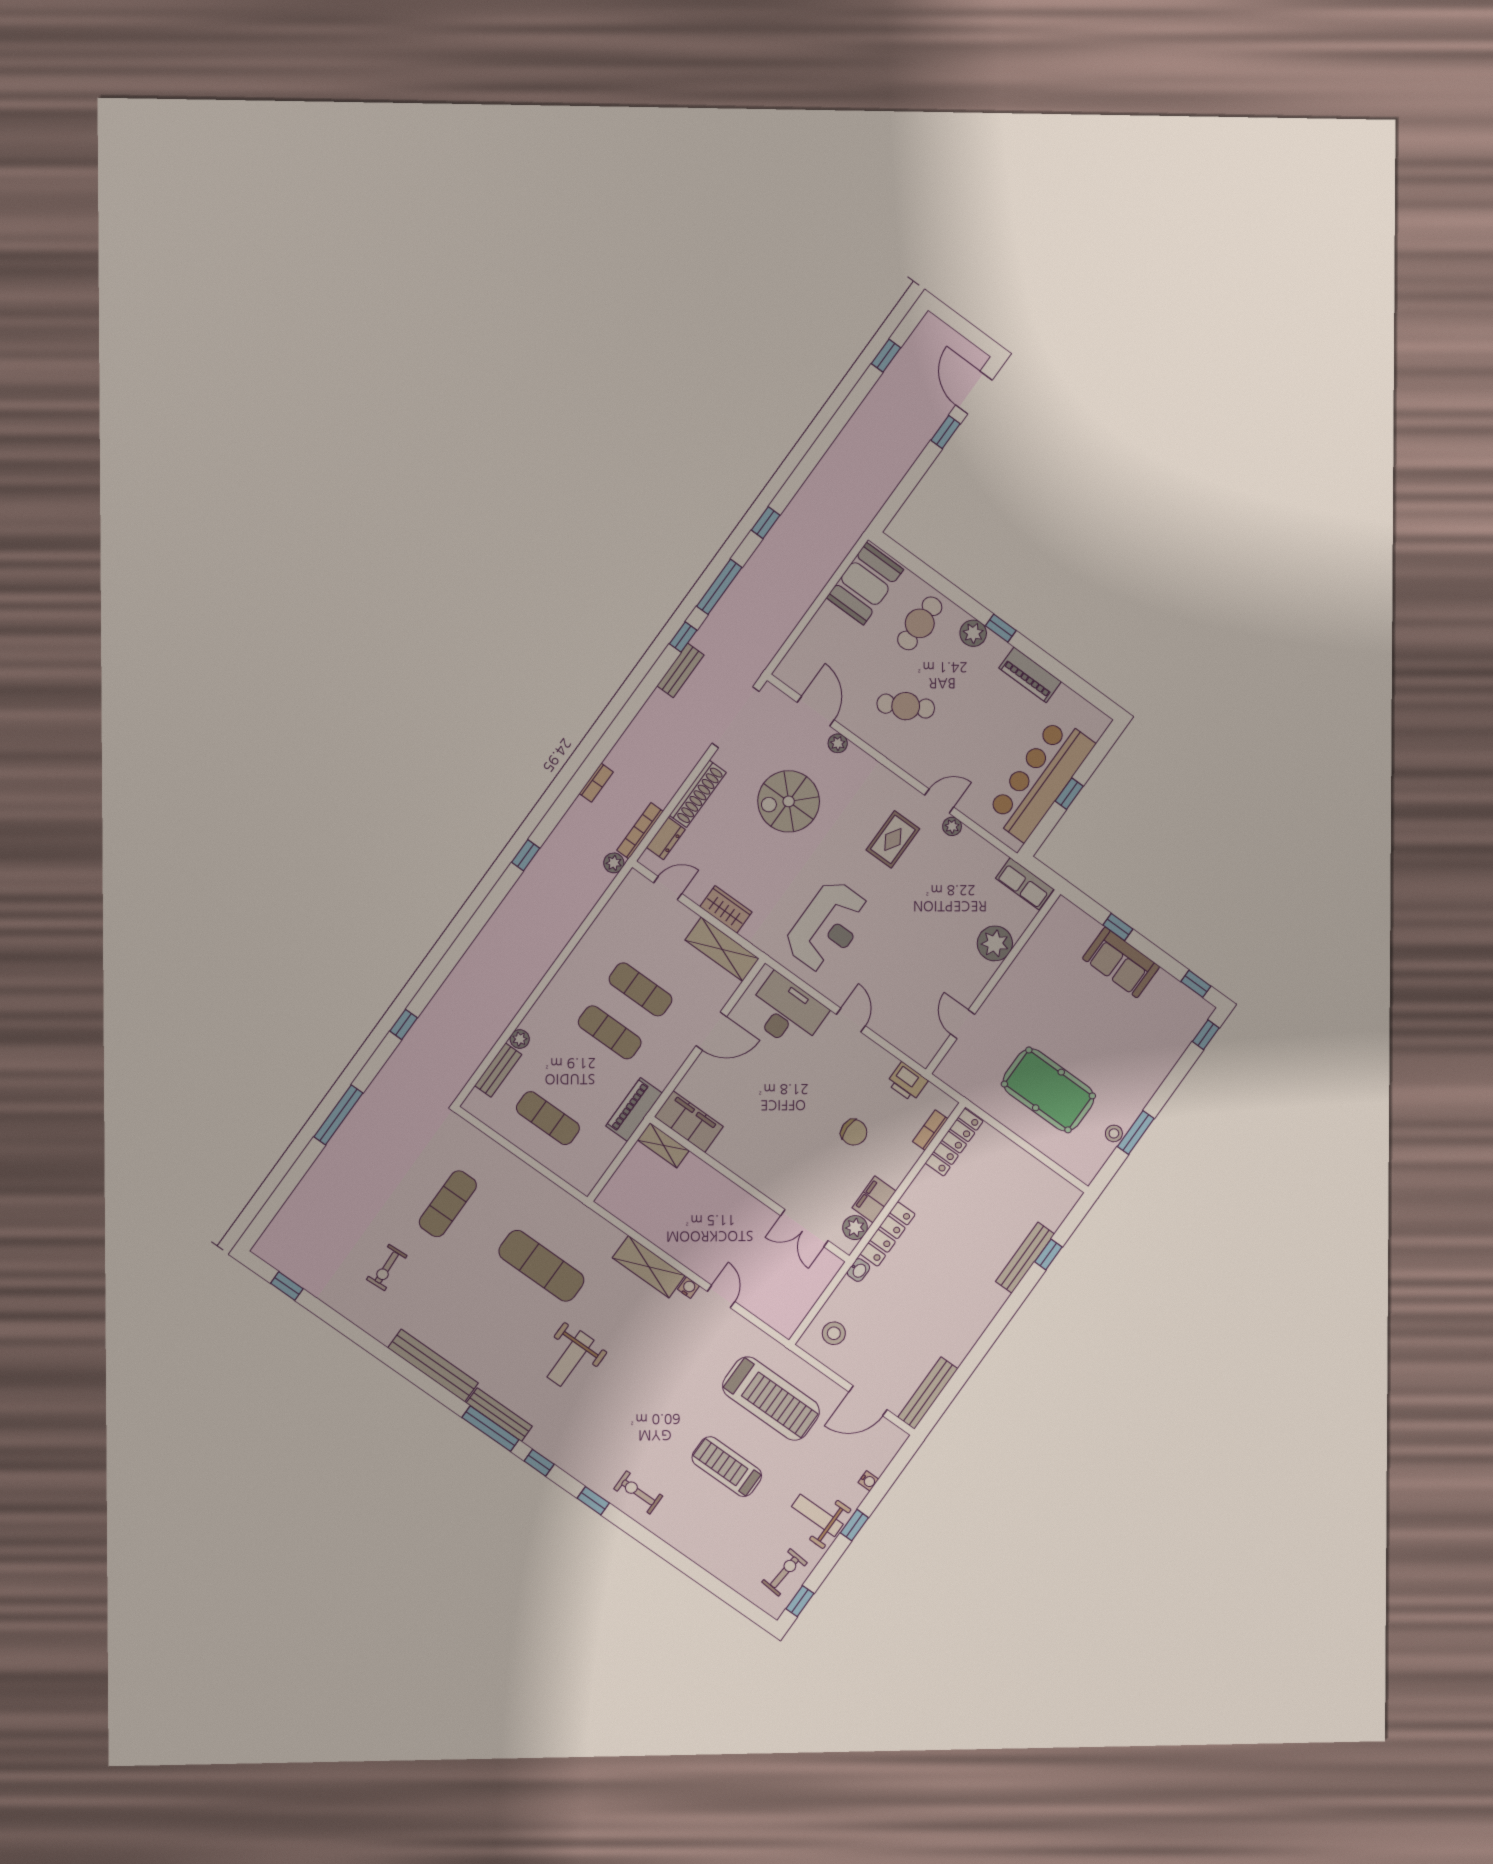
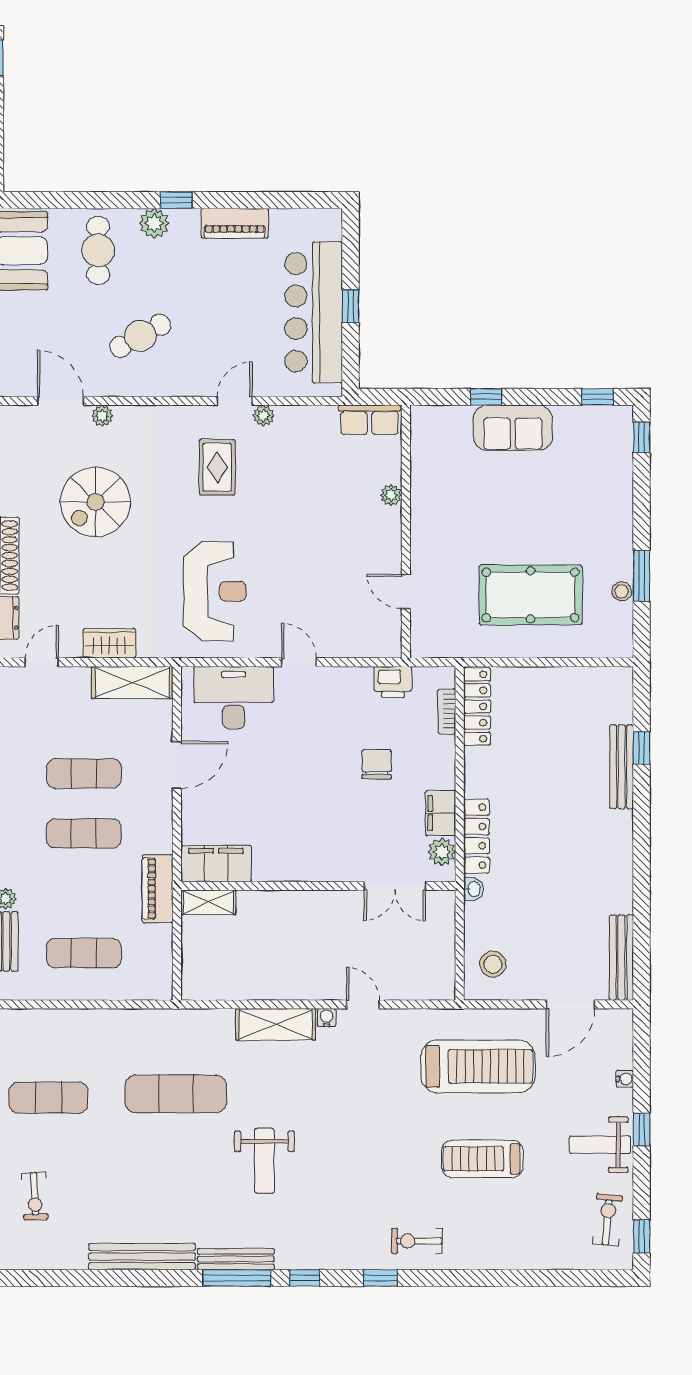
plant: (995, 943) -> (391, 495), width x0.53, depth x0.53
chair: (854, 1132) -> (377, 764), turned -90
exercise mat: (448, 1204) -> (49, 1098), turned 90

